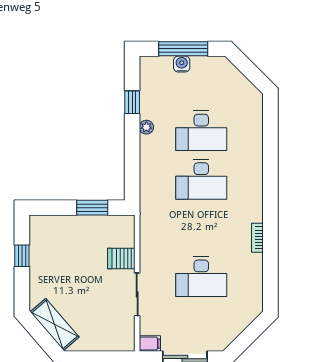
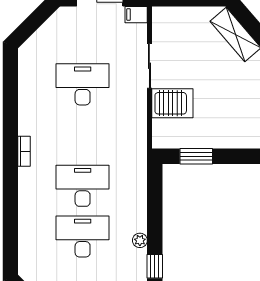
bookcase: (257, 238) -> (24, 151), moved
server rack: (121, 258) -> (172, 103), width x1.36, depth x1.44

